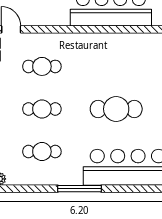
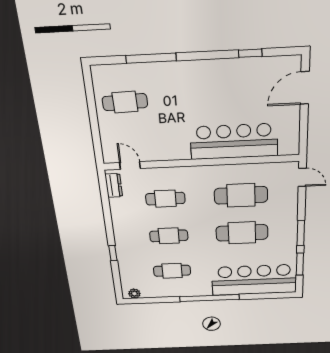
cafe table: (116, 66) -> (241, 195), added
window: (80, 189) -> (209, 298), width x1.46

